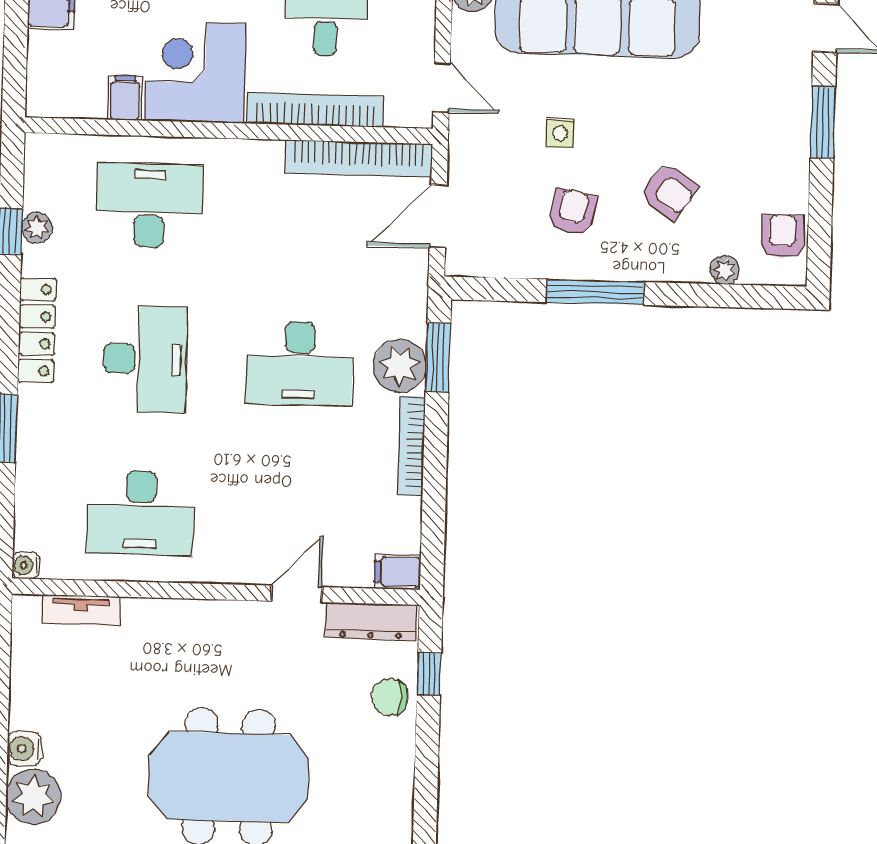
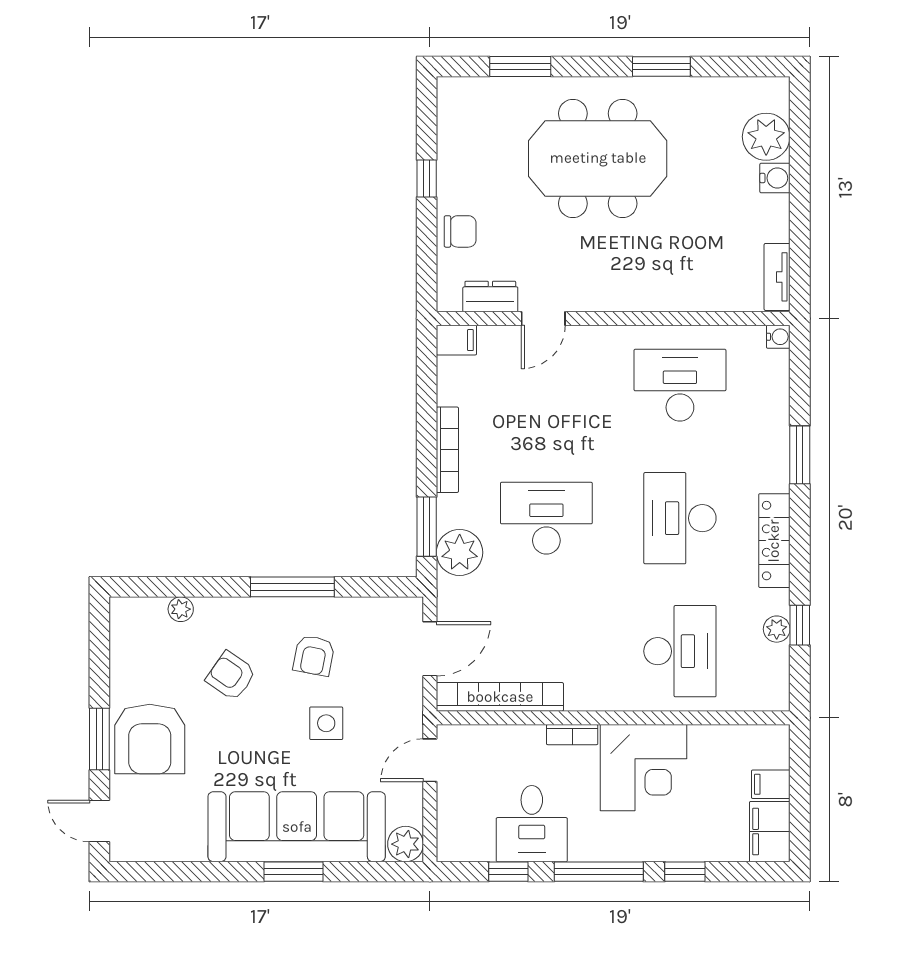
door: (442, 87) -> (430, 760), hinge flipped
filing cabinet: (125, 98) -> (771, 784), moved, turned 90
bookcase: (315, 110) -> (572, 735), width x0.43, depth x0.76
side table: (560, 134) -> (326, 723), width x1.37, depth x1.37
desk: (149, 205) -> (680, 651), turned -90
armchair: (783, 236) -> (150, 739), moved, width x1.88, depth x1.88
plant: (400, 366) -> (460, 552), moved
tv unit: (81, 610) -> (777, 277), moved, turned -90
dresser: (371, 621) -> (490, 297), width x0.70
window: (429, 674) -> (427, 178), moved

